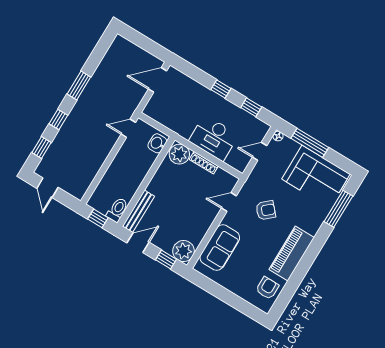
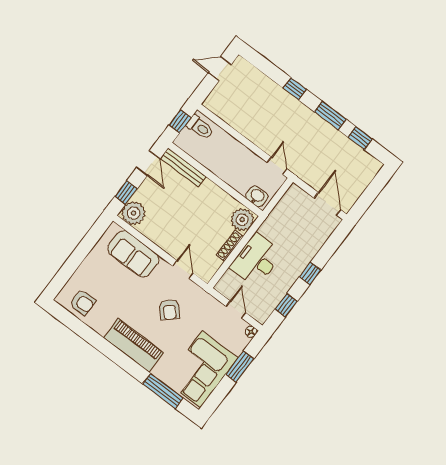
window: (310, 143) -> (240, 366), width x0.69
window: (41, 148) -> (360, 138), moved
toilet: (117, 210) -> (200, 127), moved
piano: (292, 254) -> (134, 345), moved

